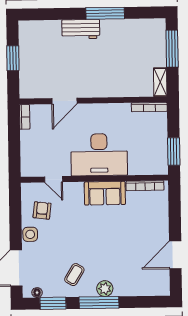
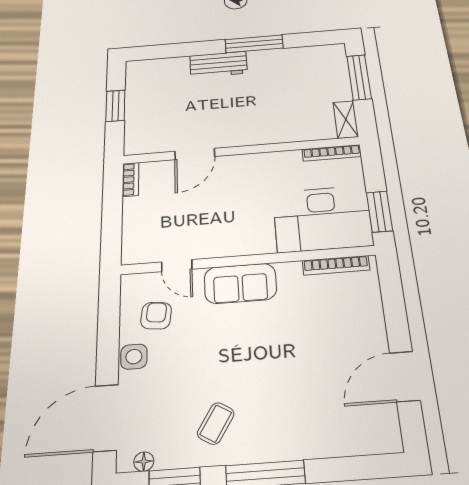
desk: (99, 155) -> (322, 219), moved
sofa: (105, 193) -> (240, 283), moved
plant: (105, 289) -> (275, 447), removed

